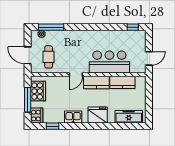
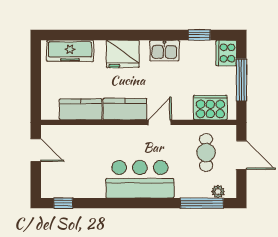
door: (149, 58) -> (36, 150), swing flipped
bar counter: (109, 62) -> (140, 179), moved, turned 180
cooker: (38, 91) -> (210, 108), moved, turned 90

